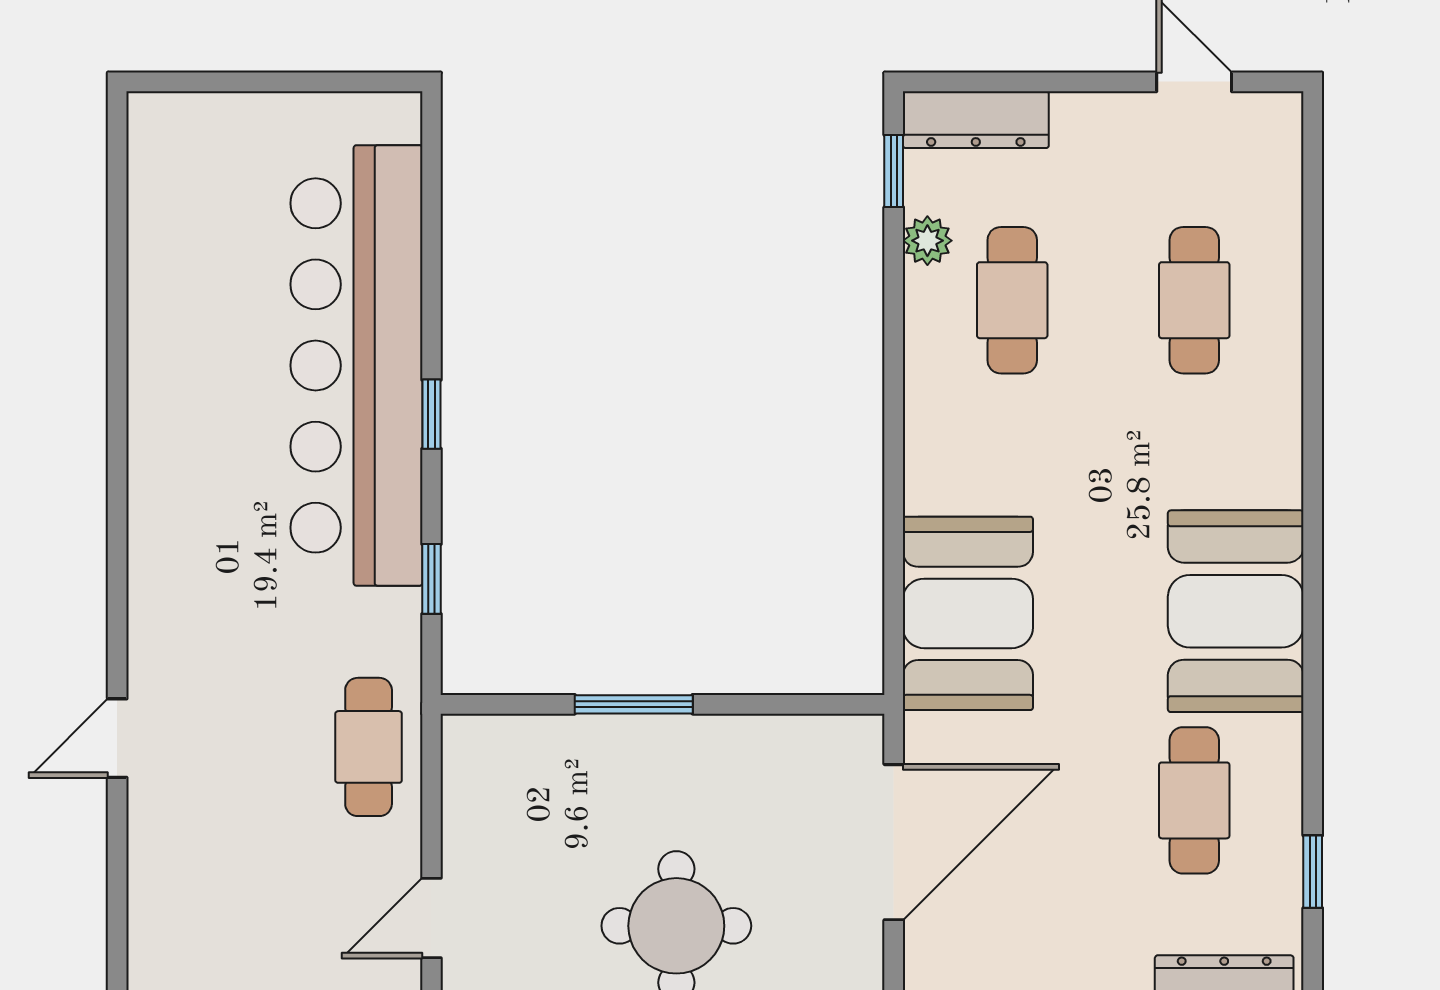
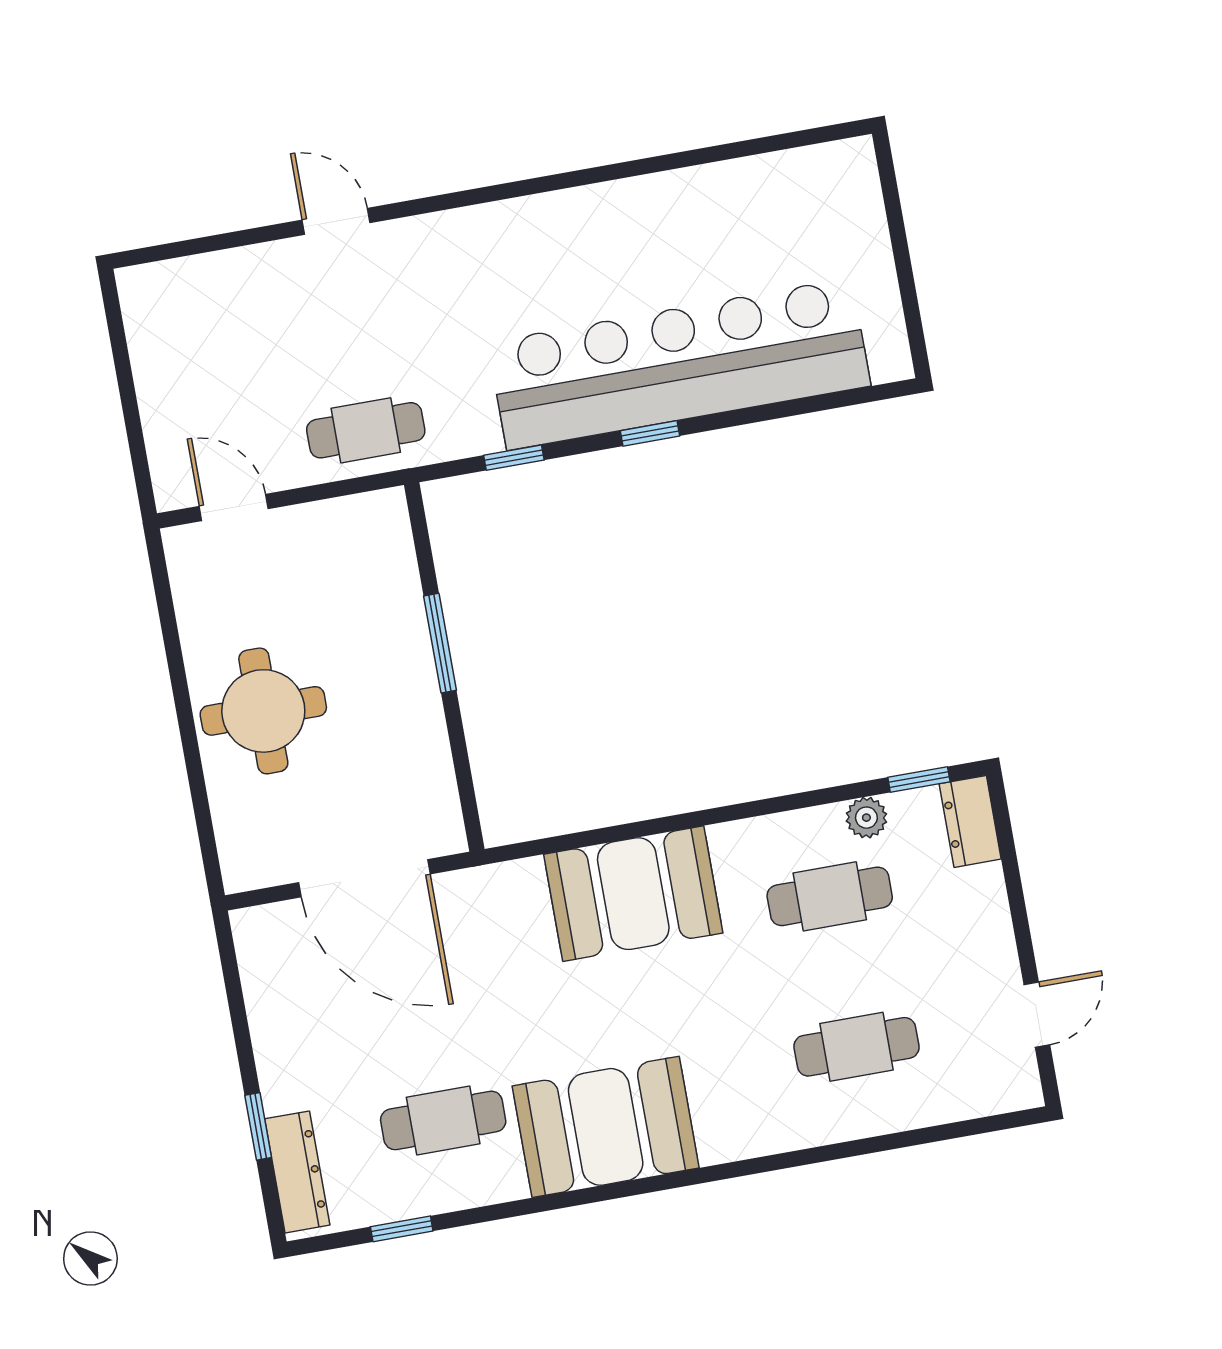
dresser: (976, 120) -> (970, 821), width x0.70
booth: (968, 613) -> (633, 894), moved

